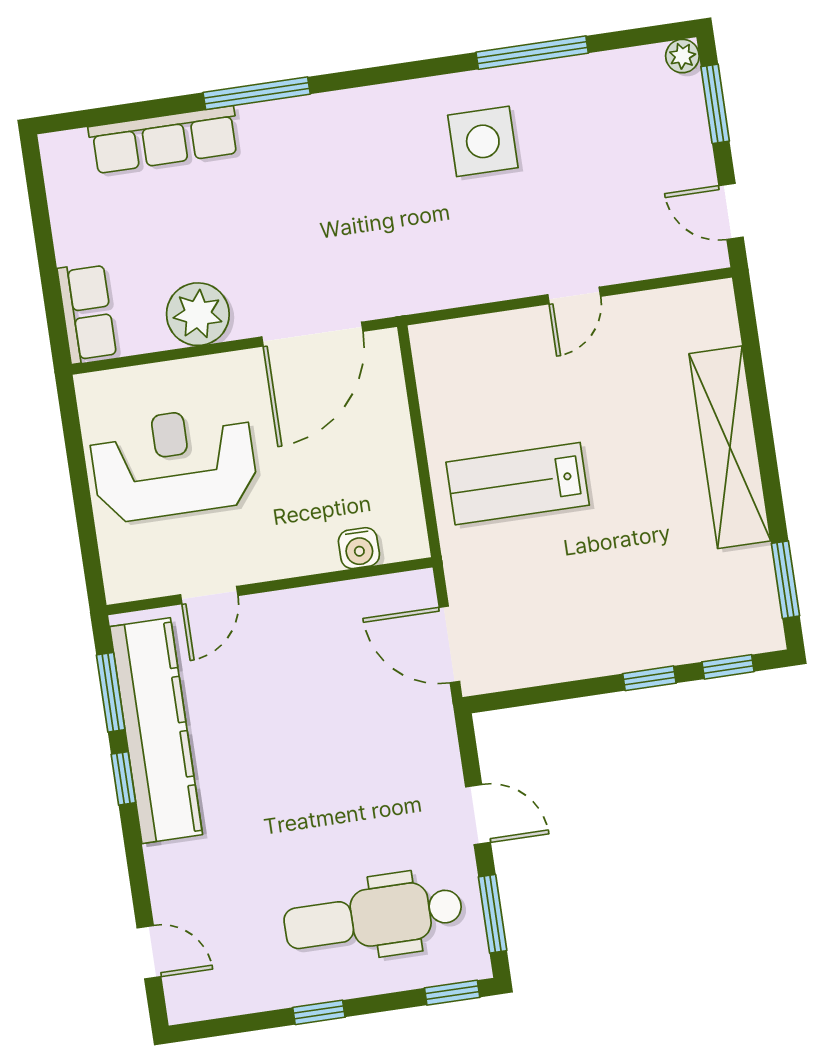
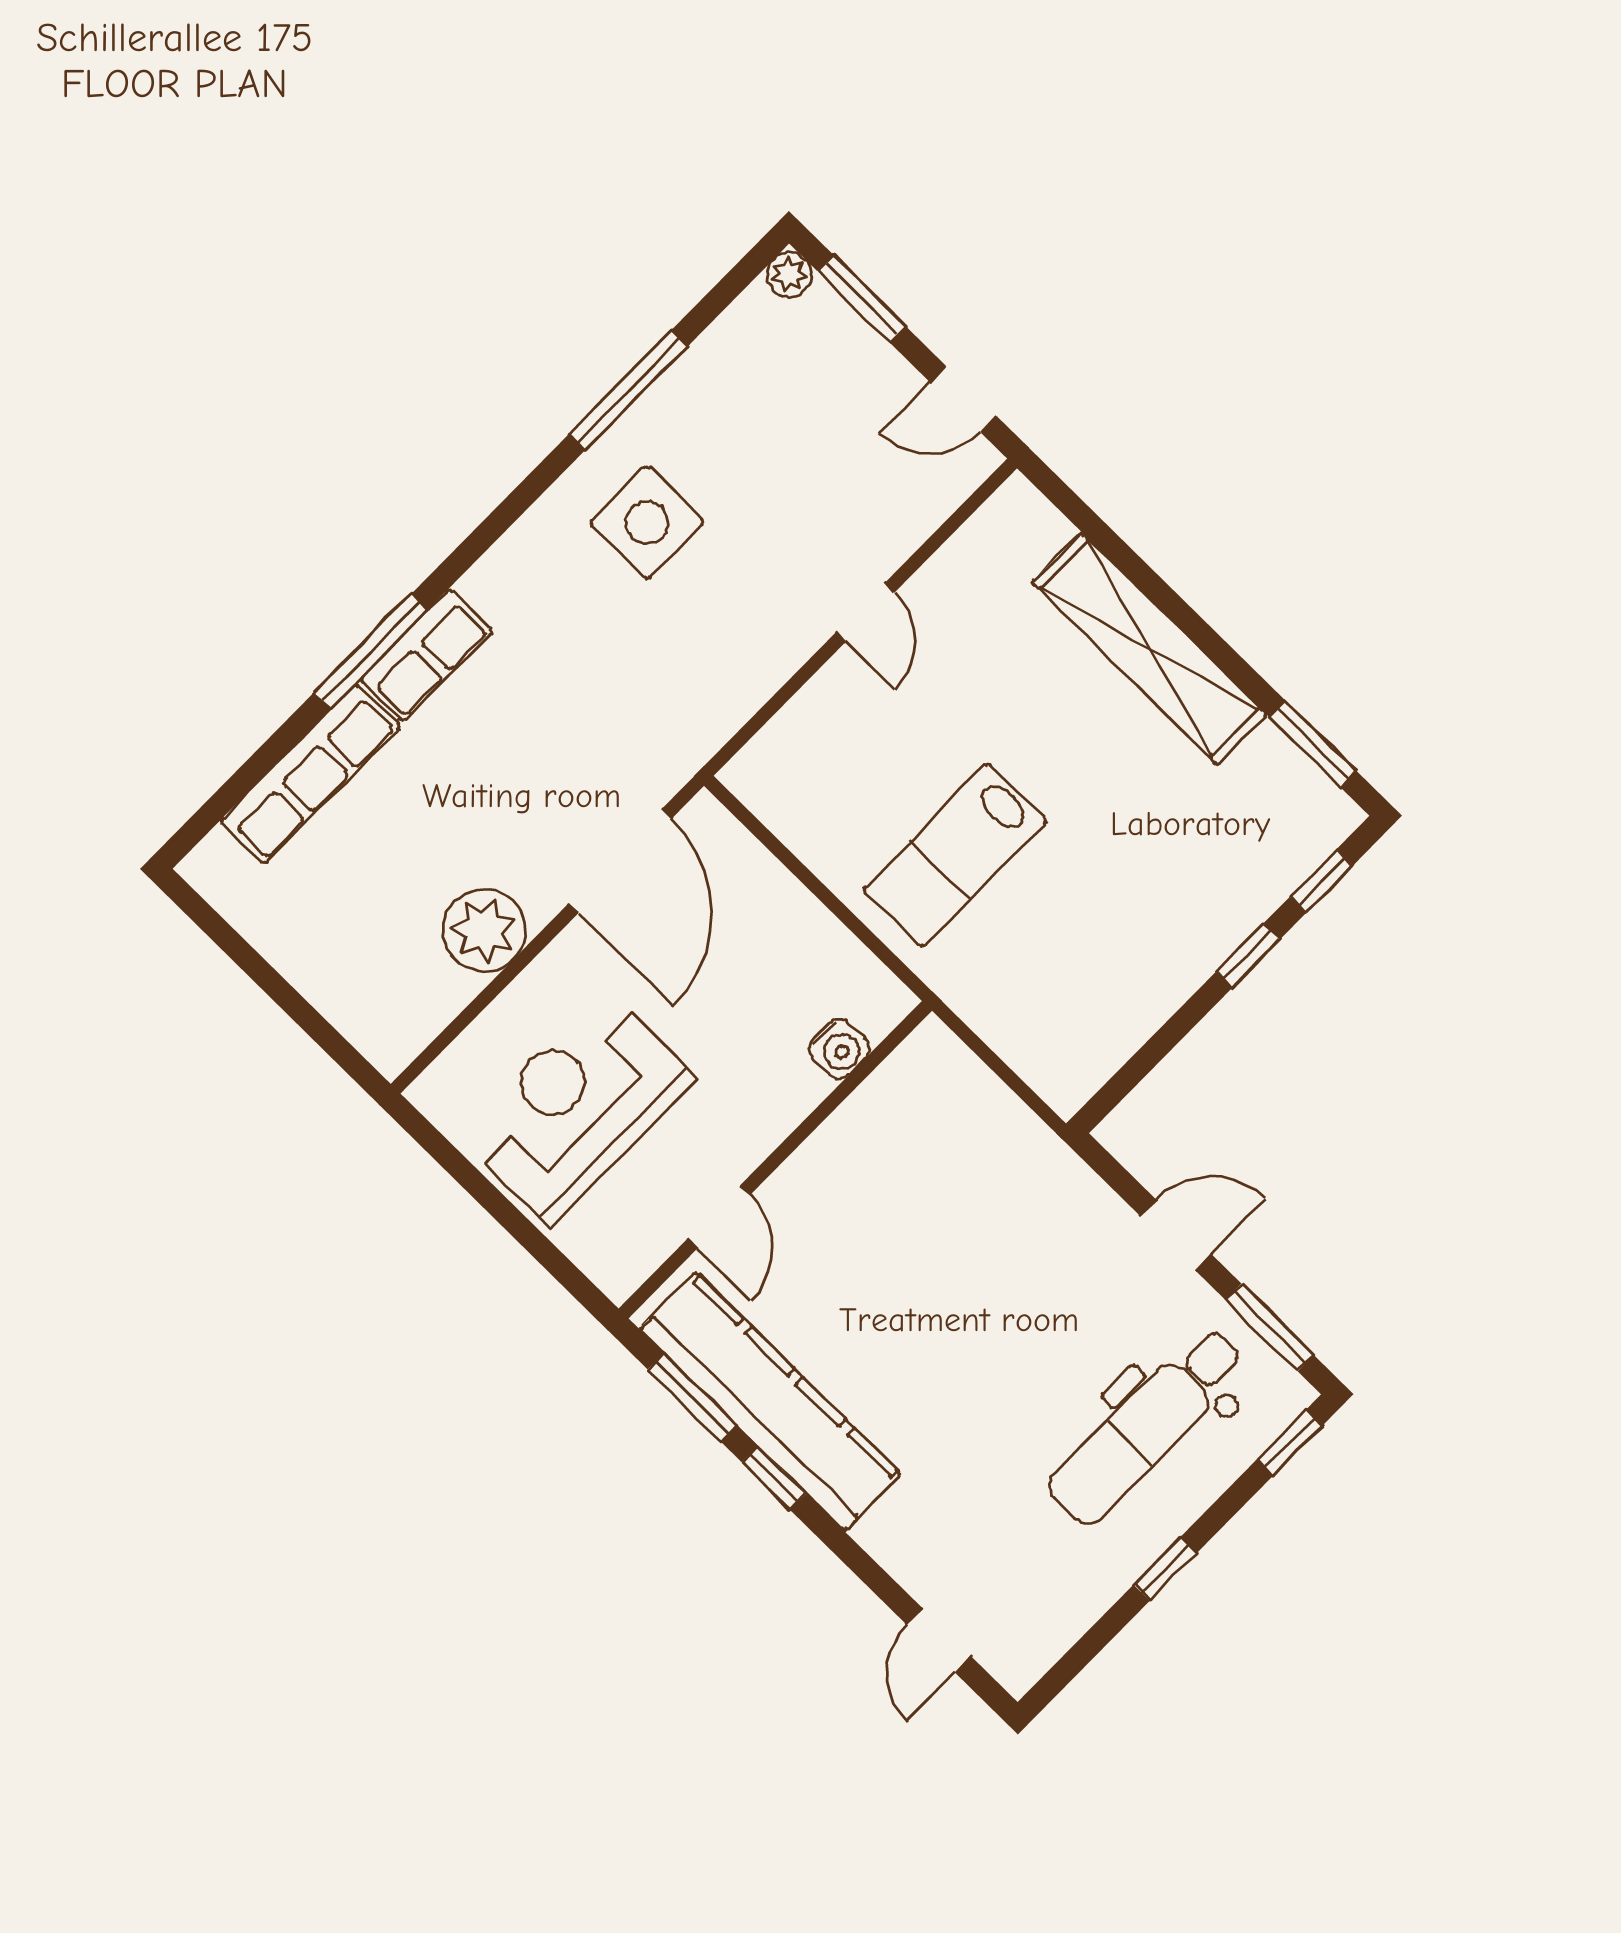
row of seats: (87, 313) -> (426, 655), moved, turned 90
door: (449, 644) -> (1010, 1078), removed
door: (149, 952) -> (939, 1640), swing flipped

